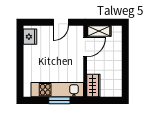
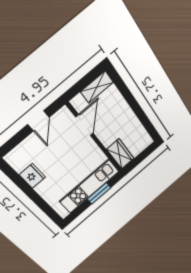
shelving: (99, 31) -> (97, 87), moved
fridge: (30, 37) -> (32, 176), moved

